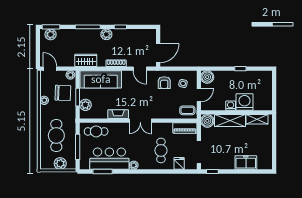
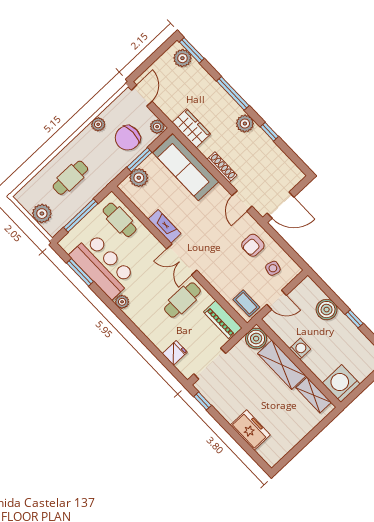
boiler: (207, 77) -> (327, 310), moved
chair: (63, 93) -> (128, 138), turned 88
washing machine: (245, 102) -> (341, 384), moved, turned -90
cafe table: (56, 136) -> (70, 178), width x0.73, depth x0.74
cafe table: (161, 150) -> (182, 300), moved

